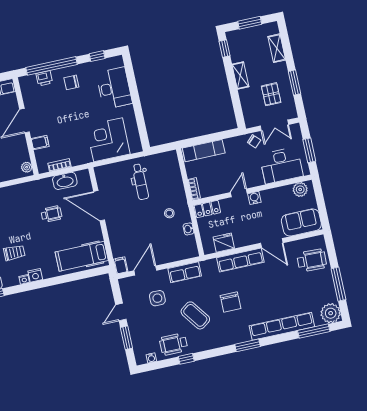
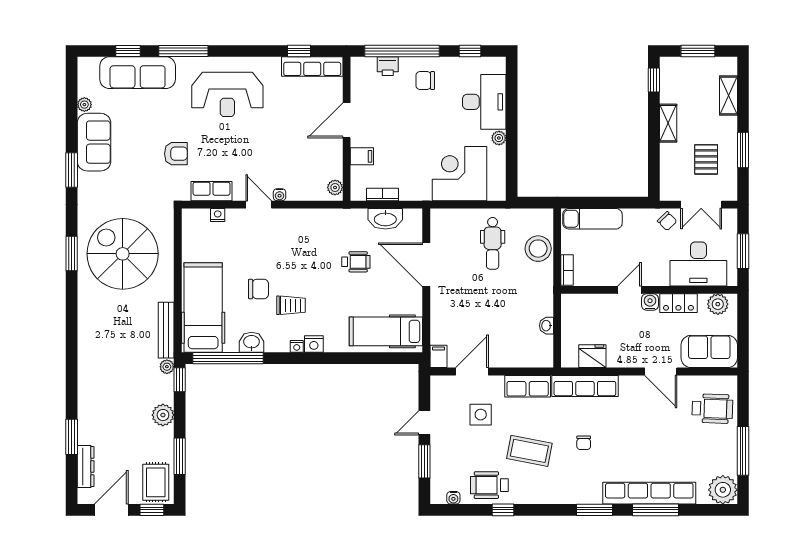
plant: (129, 110) -> (499, 138), added
locker: (207, 209) -> (678, 303), moved
stool: (169, 213) -> (538, 249), moved, width x1.89, depth x1.89
row of seats: (240, 260) -> (585, 386), moved
chair: (231, 302) -> (584, 443), width x0.54, depth x0.54
coffee table: (195, 315) -> (529, 451), turned -43
window: (314, 331) -> (656, 510), moved

